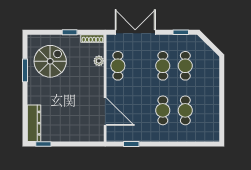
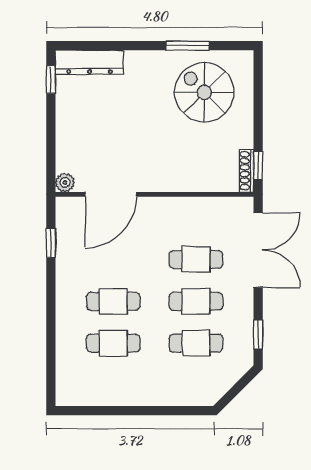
window: (70, 32) -> (258, 165), moved
spiral stairs: (50, 61) -> (204, 92), turned 180
plant: (99, 61) -> (65, 183), moved
cafe table: (118, 66) -> (196, 260), moved

